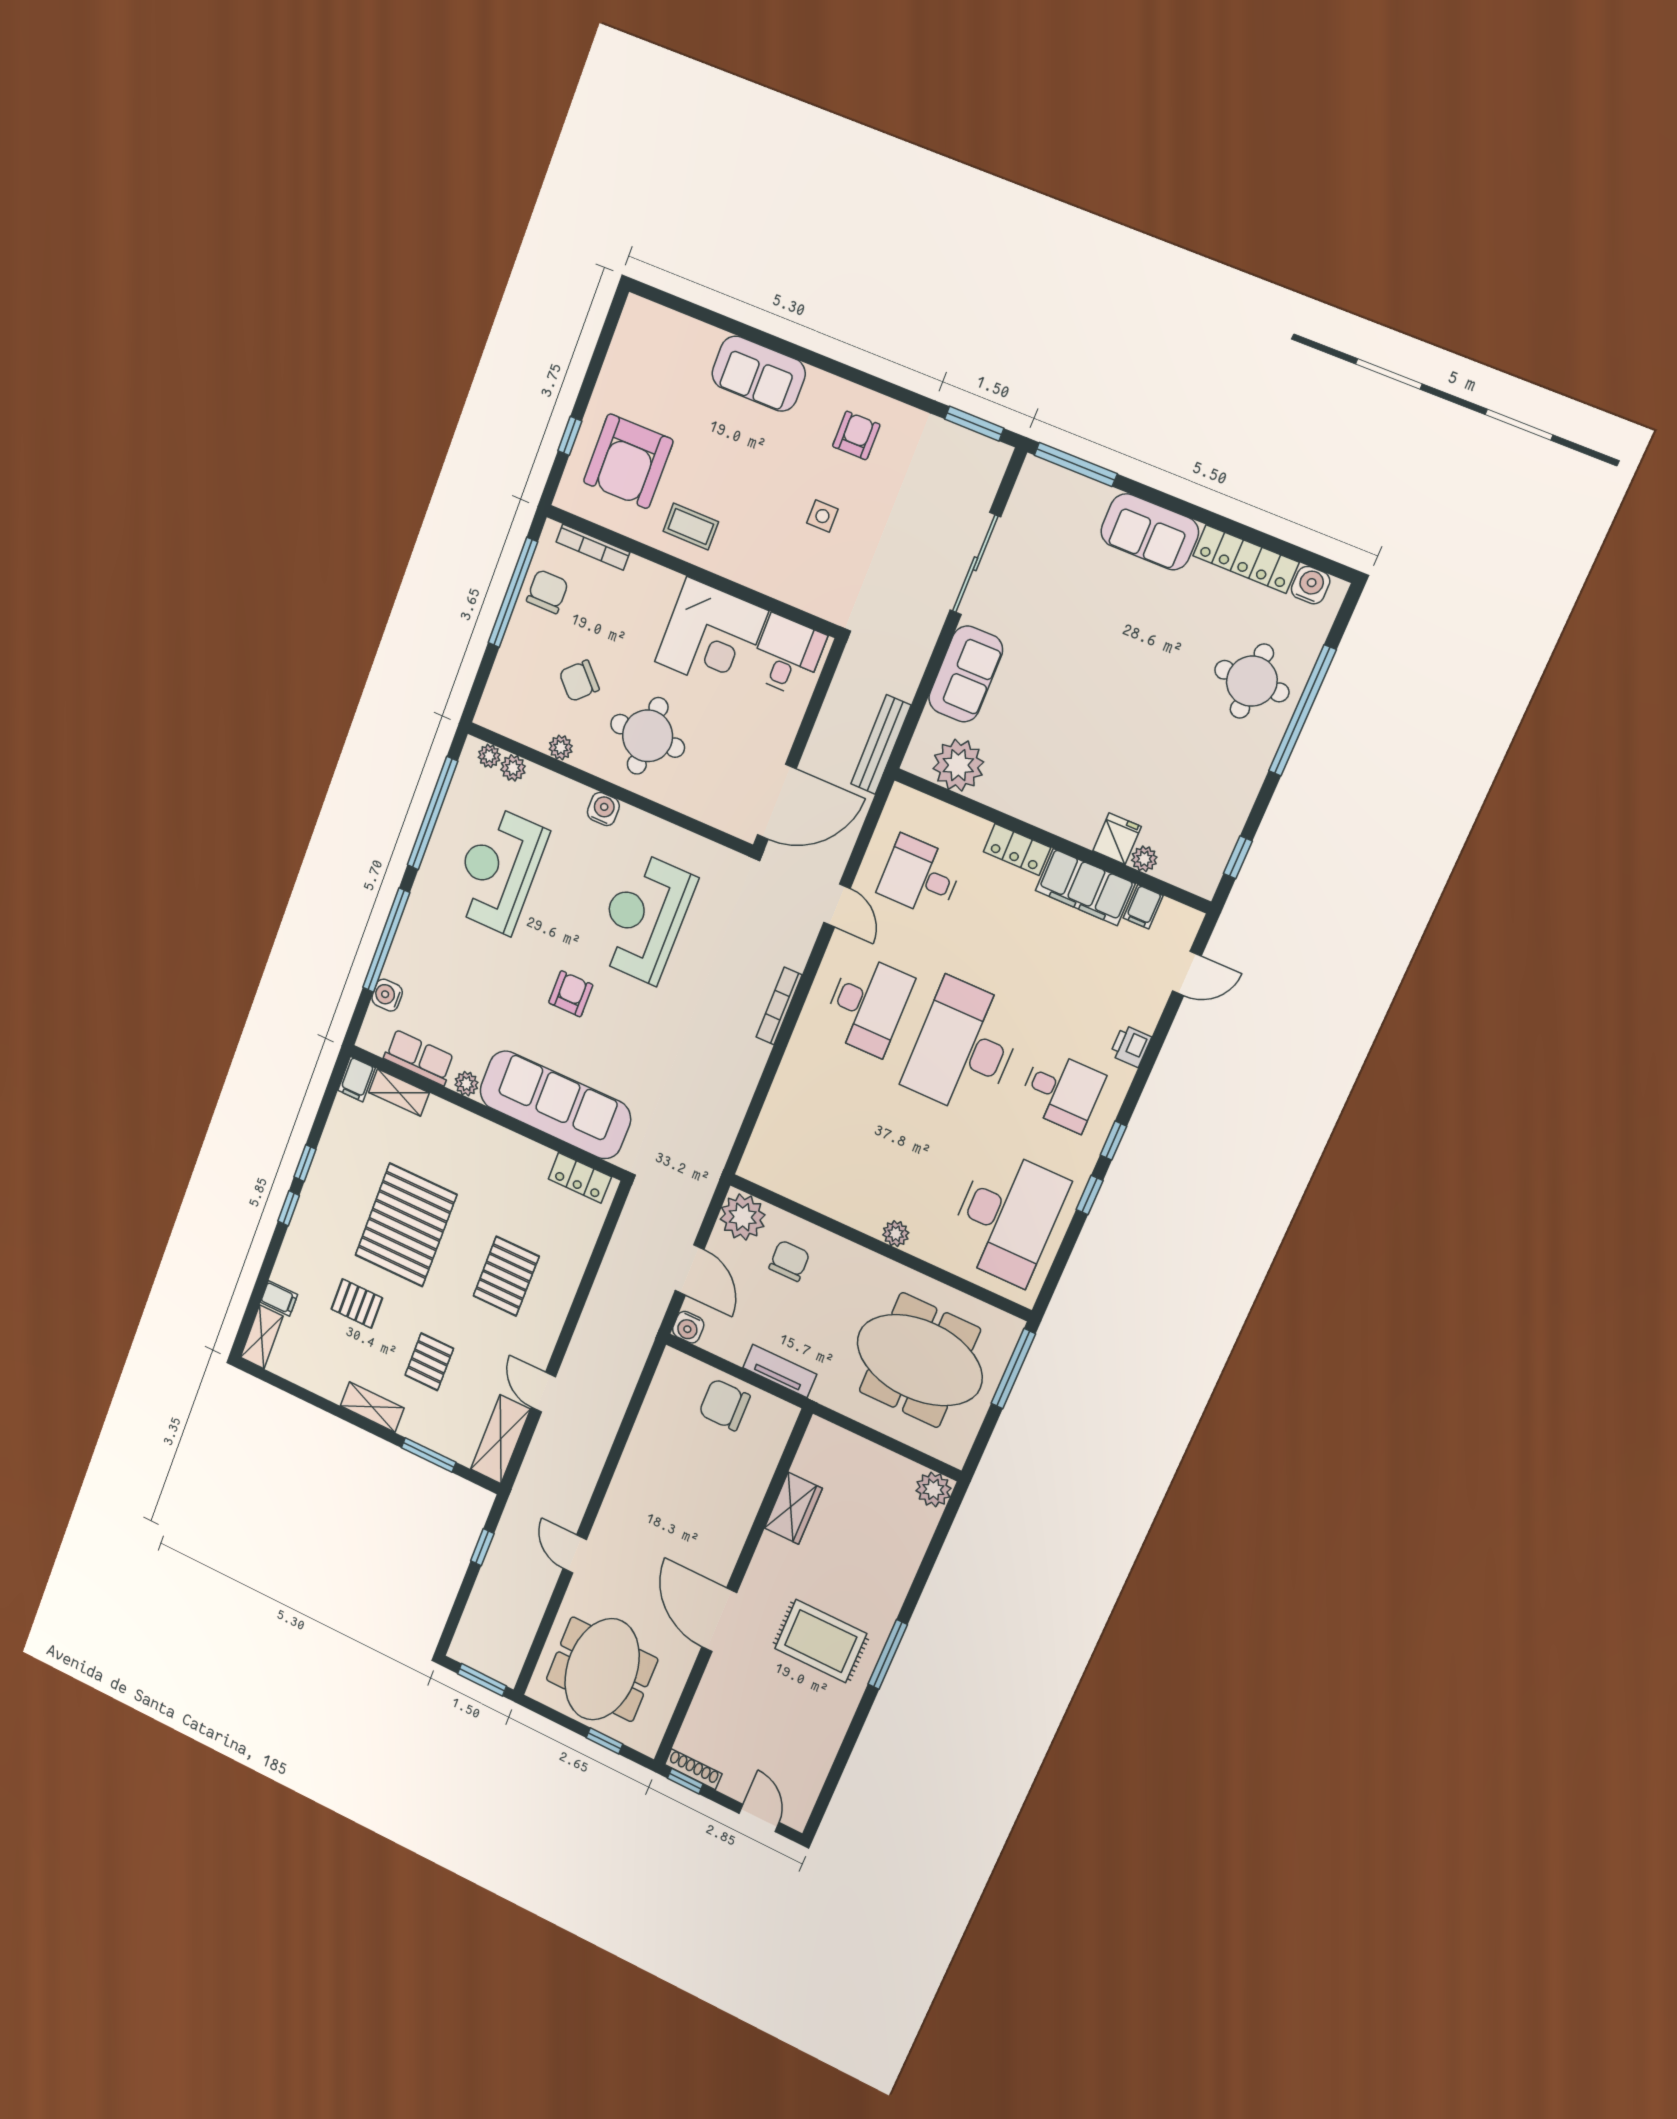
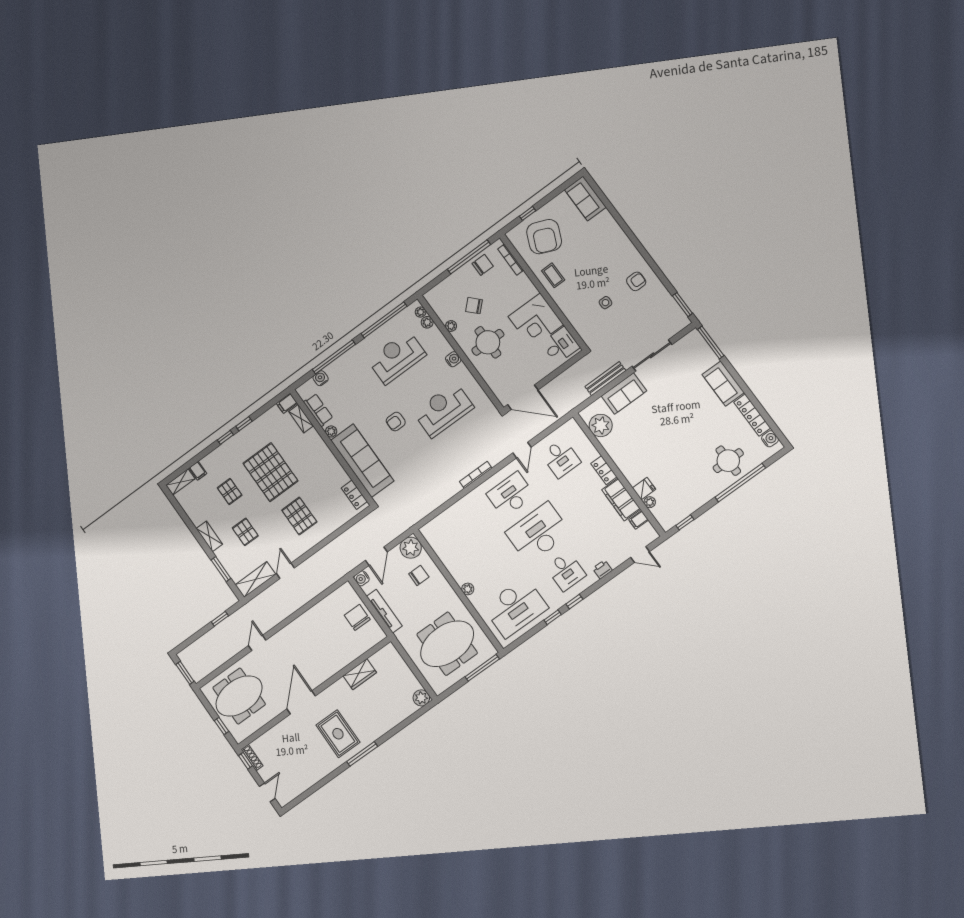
sofa: (759, 374) -> (585, 198), moved
armchair: (628, 461) -> (544, 237), turned -67
bench: (881, 745) -> (605, 379), moved
desk: (920, 876) -> (561, 458), turned 180
armchair: (571, 994) -> (396, 422), turned 180
desk: (867, 1005) -> (511, 495), turned 180
pallet: (406, 1225) -> (271, 472), turned 90
pallet: (506, 1276) -> (299, 516), turned 90
meeting table: (920, 1360) -> (447, 644), turned 90
pallet: (429, 1362) -> (245, 532), turned 90
tv unit: (780, 1371) -> (384, 611), width x1.41

